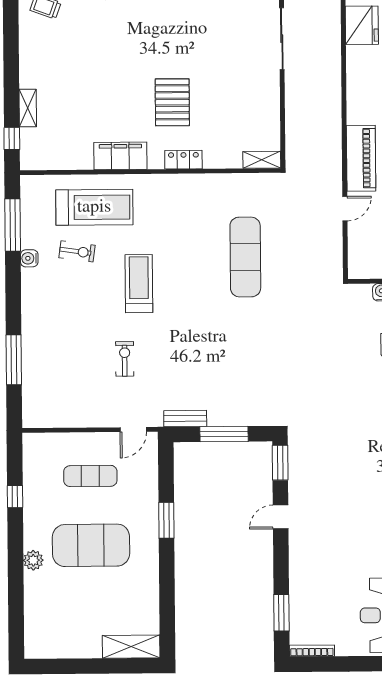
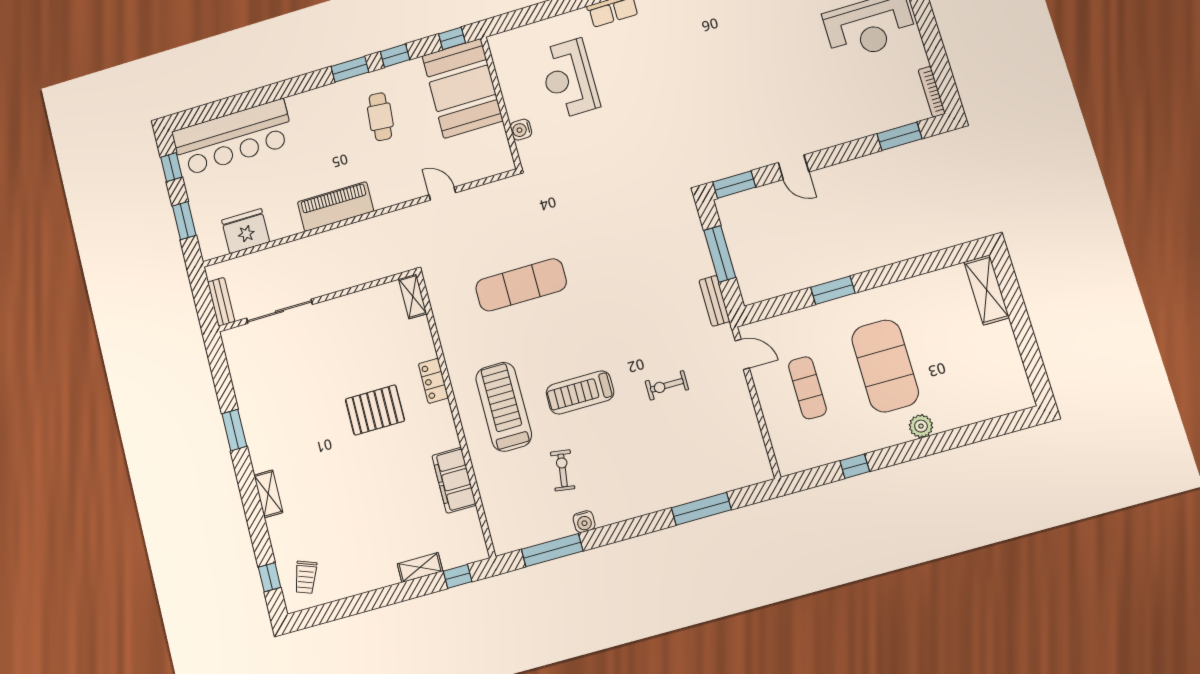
filing cabinet: (120, 156) -> (454, 480), moved
piano: (361, 158) -> (336, 207), moved
treadmill: (94, 207) -> (504, 407), moved

